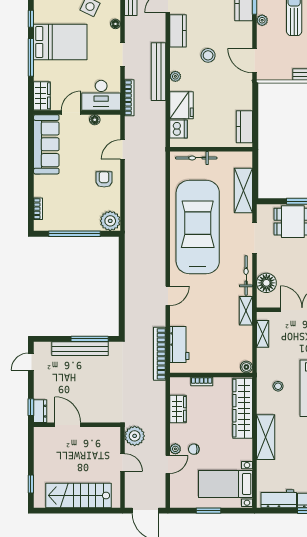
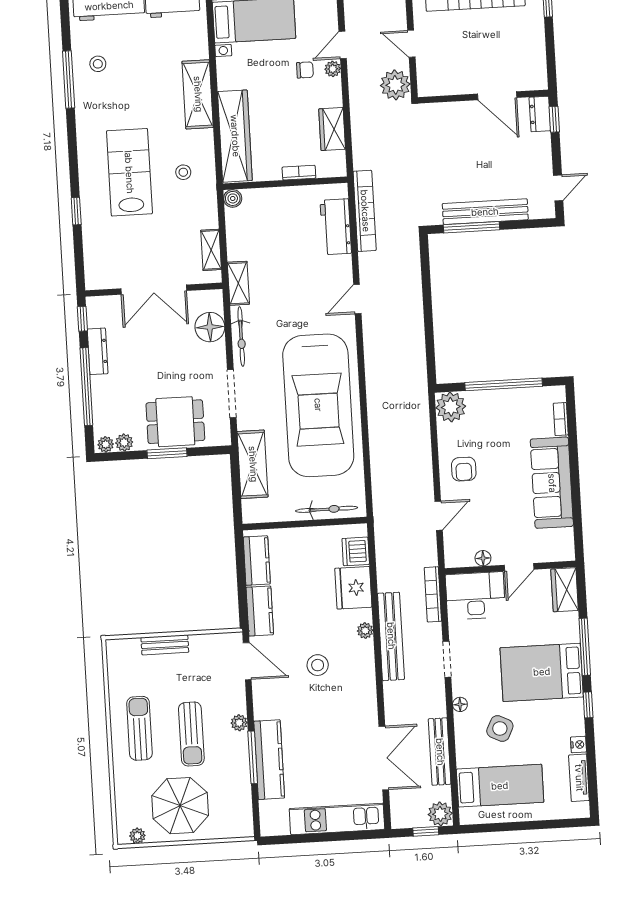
kitchen counter: (178, 31) -> (260, 611), moved, turned 180
sofa: (46, 144) -> (552, 483), moved

